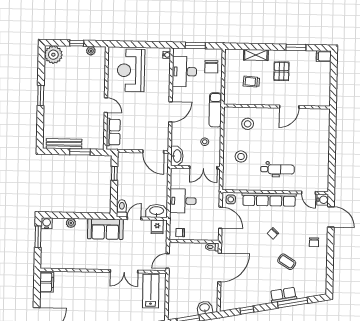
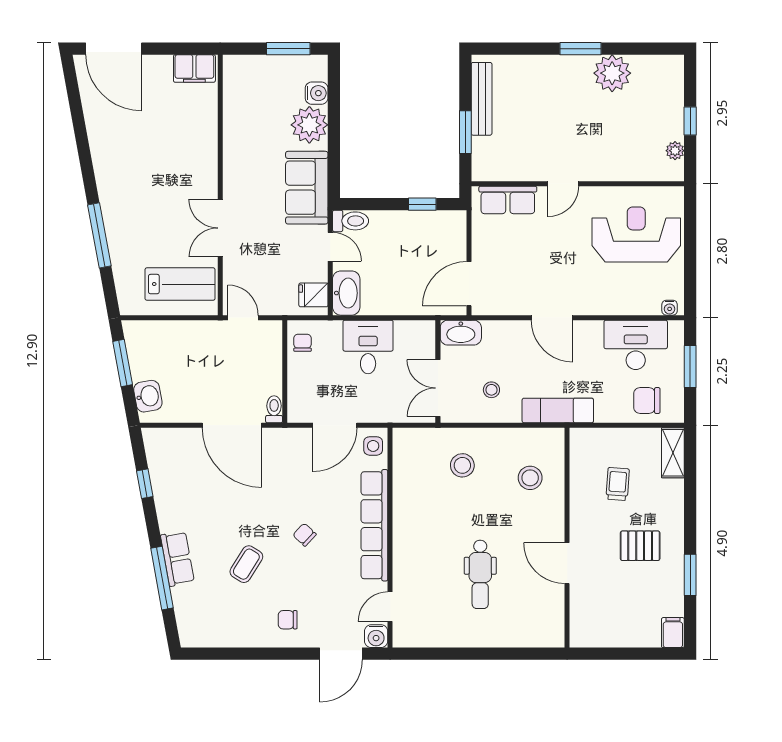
plant: (53, 55) -> (612, 73), moved
shelving: (256, 55) -> (673, 453), moved
dental chair: (277, 169) -> (480, 574), moved
water cooler: (47, 223) -> (317, 93), moved
plant: (71, 223) -> (309, 125), width x1.88, depth x1.88

